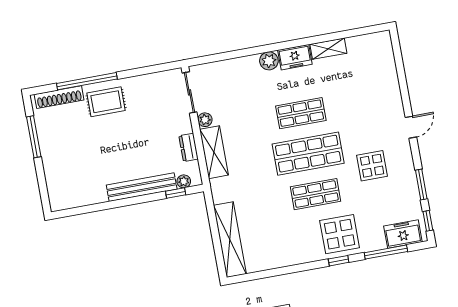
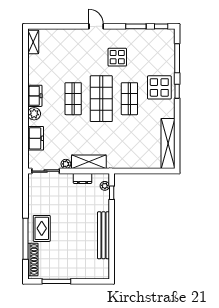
shelving: (328, 49) -> (33, 42), moved
bench: (142, 187) -> (103, 235), moved
freezer: (403, 234) -> (36, 138), moved, turned 180
shelving: (230, 240) -> (168, 144), moved, turned 90

